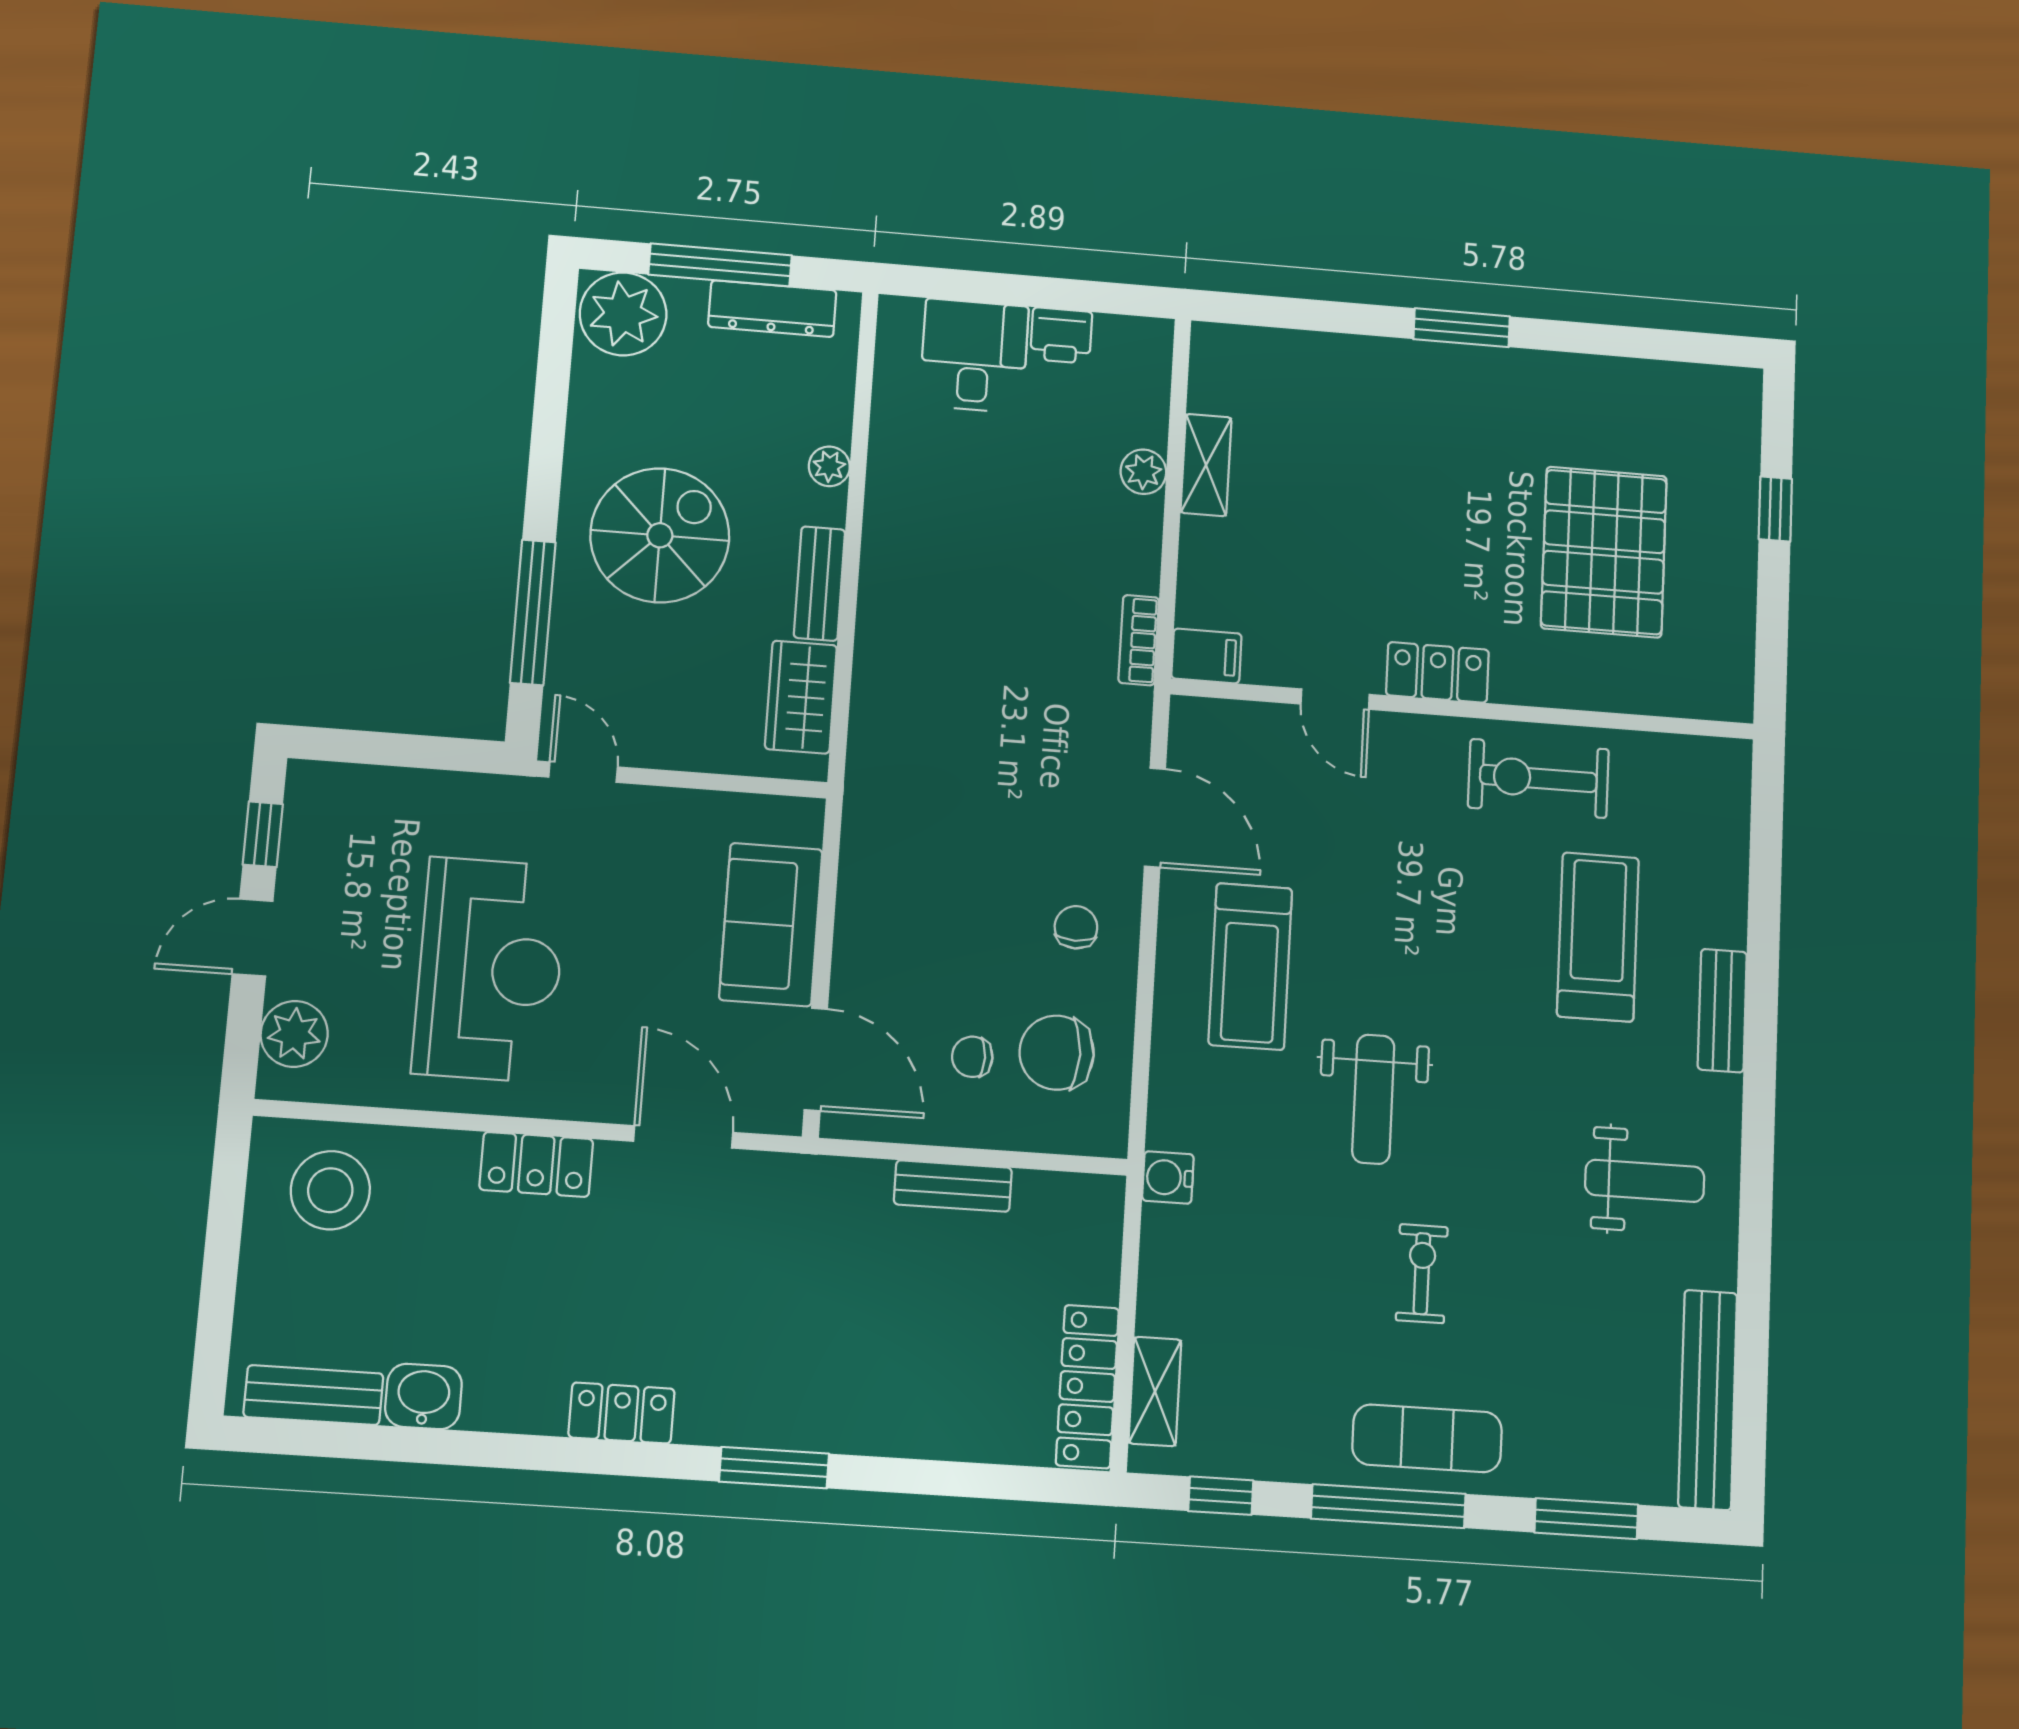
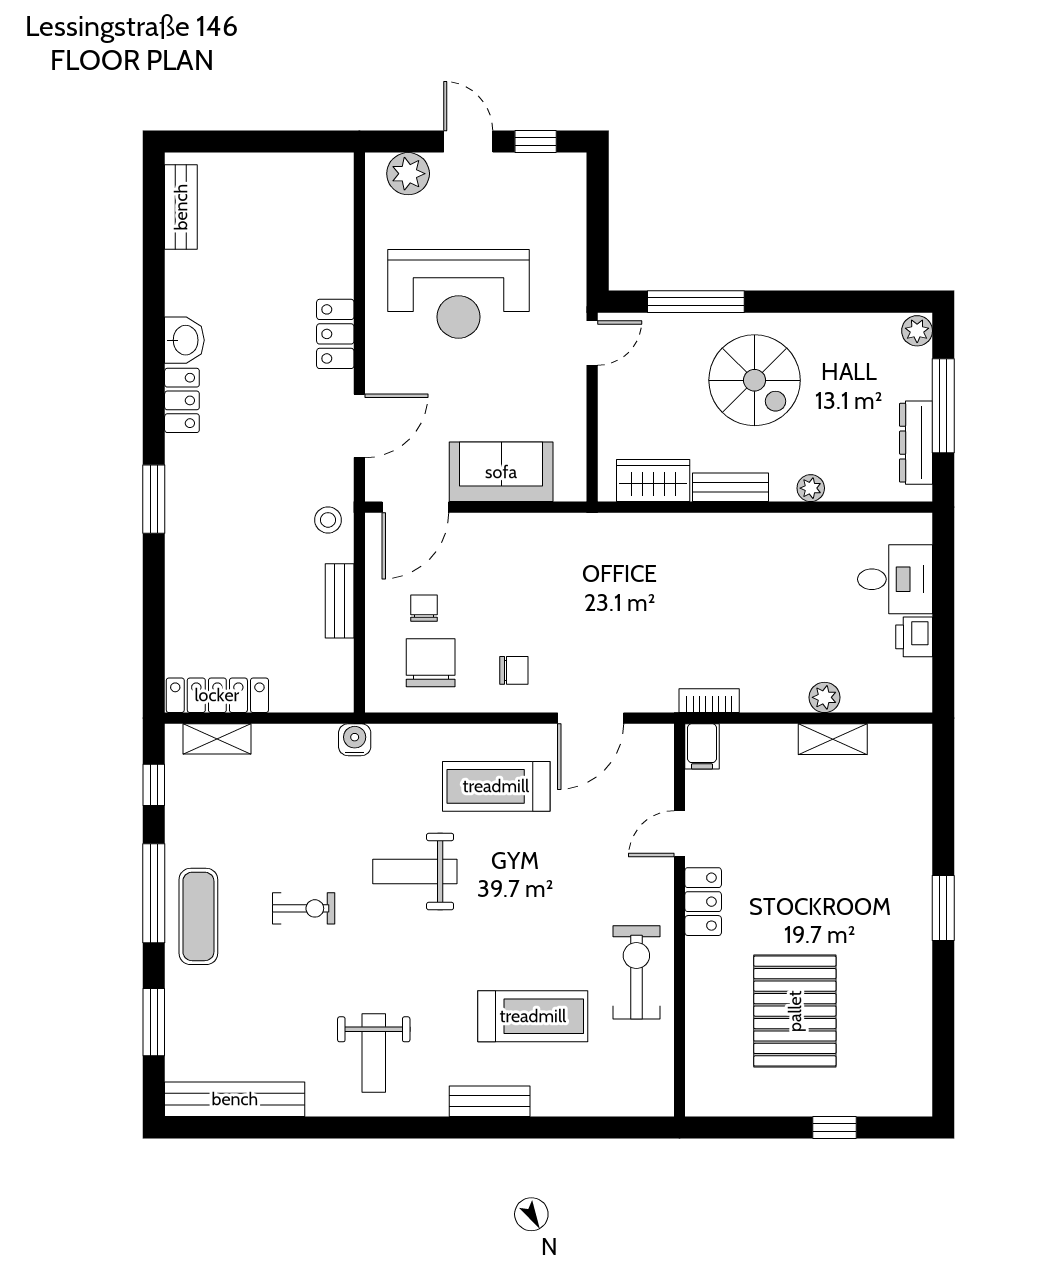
plant: (623, 314) -> (917, 331), width x0.53, depth x0.53
pallet: (1604, 552) -> (795, 1011), turned 90
stool: (330, 1190) -> (328, 520), moved, width x0.53, depth x0.53
washbasin: (423, 1396) -> (184, 340), moved

